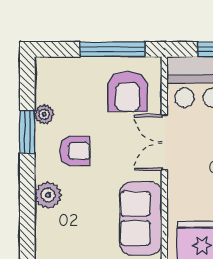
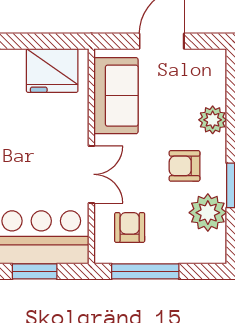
armchair: (128, 92) -> (130, 227), width x0.72, depth x0.72
plant: (44, 114) -> (208, 213), width x1.88, depth x1.88

